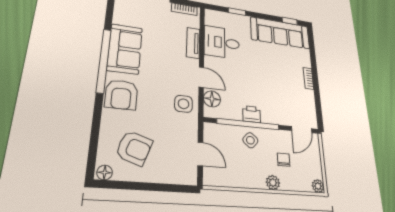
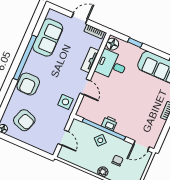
sofa: (125, 49) -> (48, 37), moved
floor lamp: (212, 99) -> (112, 44), moved

